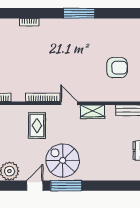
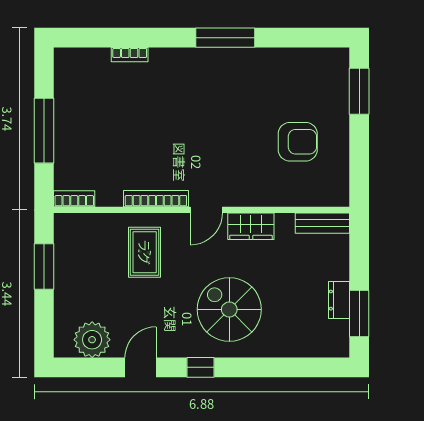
door: (69, 103) -> (206, 210), swing flipped
spiral stairs: (63, 160) -> (229, 309), moved
window: (66, 186) -> (200, 367), width x0.46

